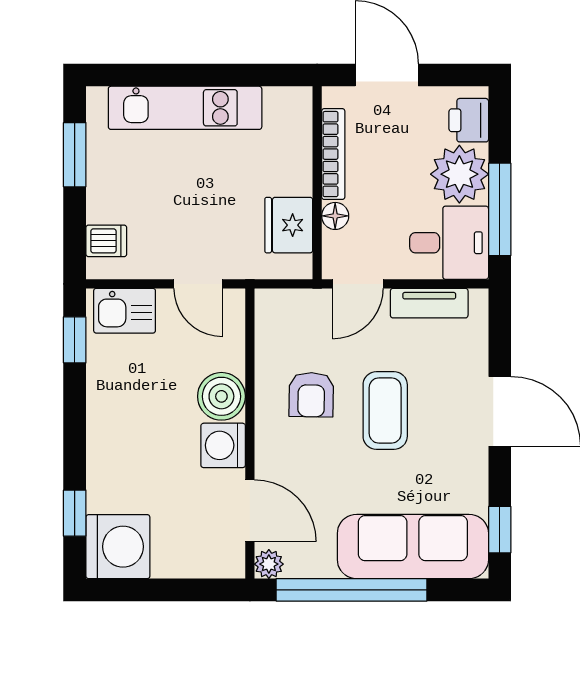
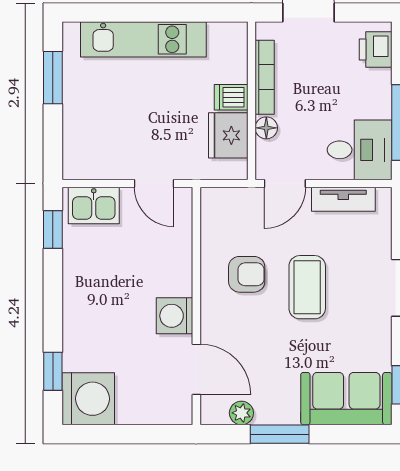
plant: (459, 174) -> (368, 94), removed
dishwasher: (106, 241) -> (231, 97), moved, turned 180
armchair: (311, 395) -> (247, 274), turned -91
boiler: (221, 396) -> (173, 276), removed
sofa: (413, 546) -> (346, 399), width x0.73
plant: (269, 564) -> (241, 413), moved
window: (352, 590) -> (280, 434), width x0.47

